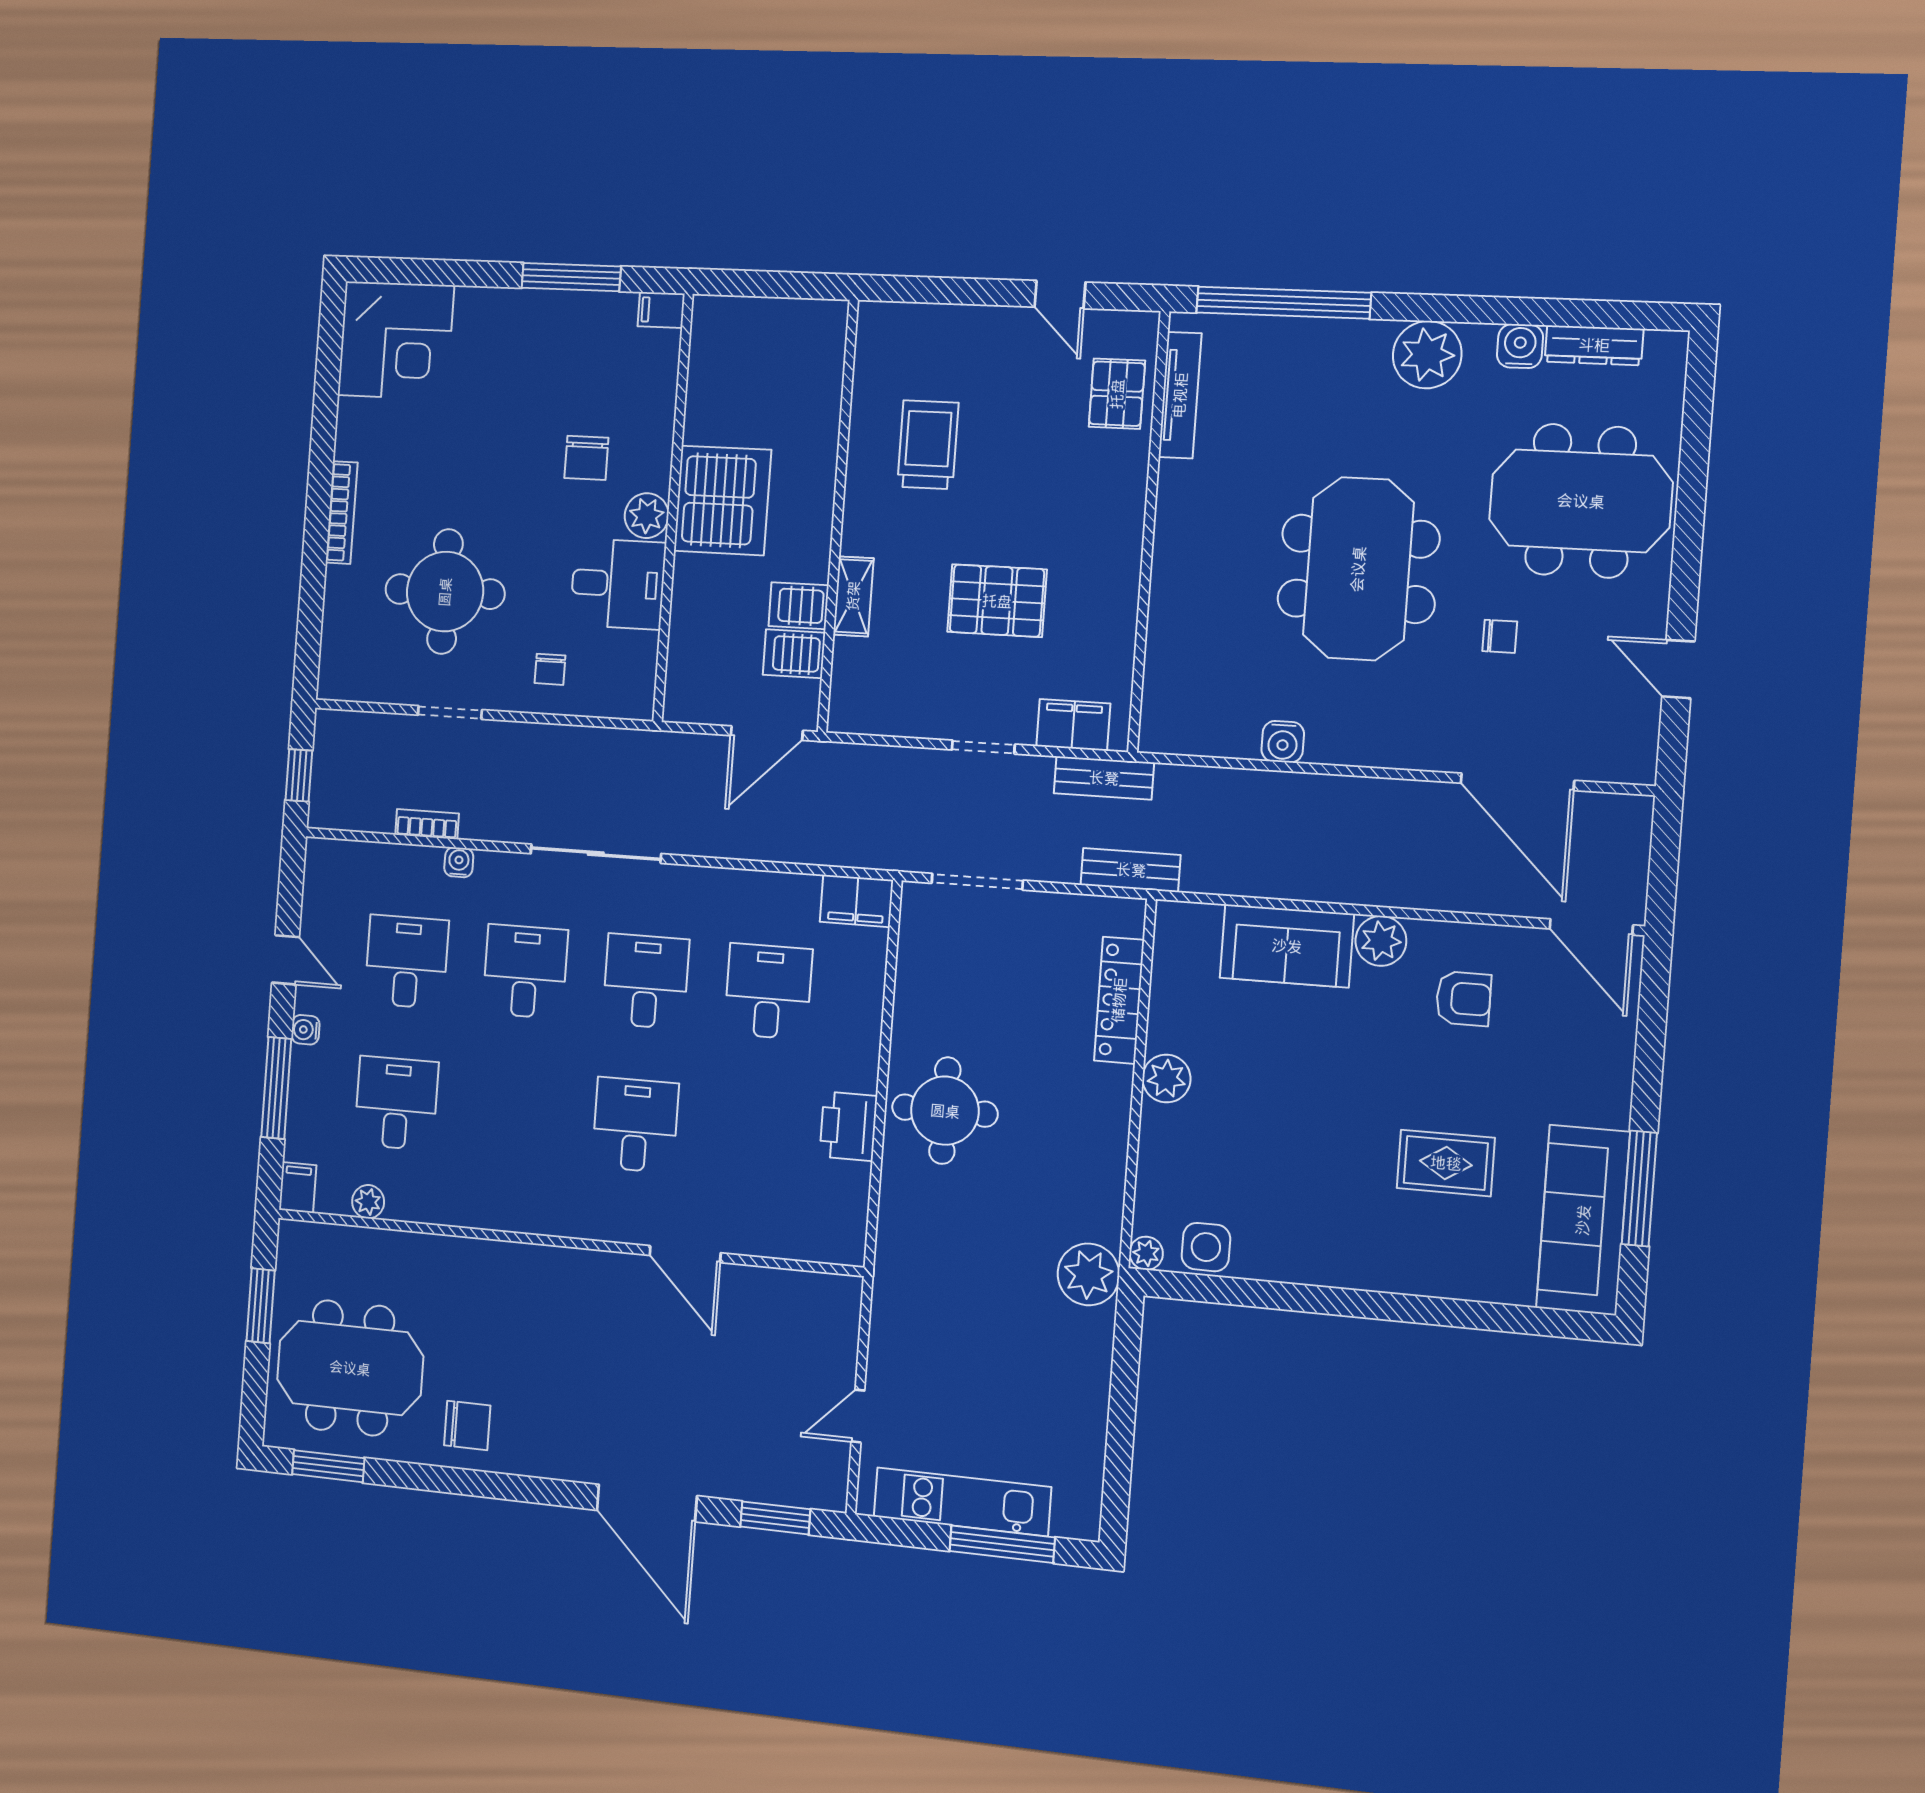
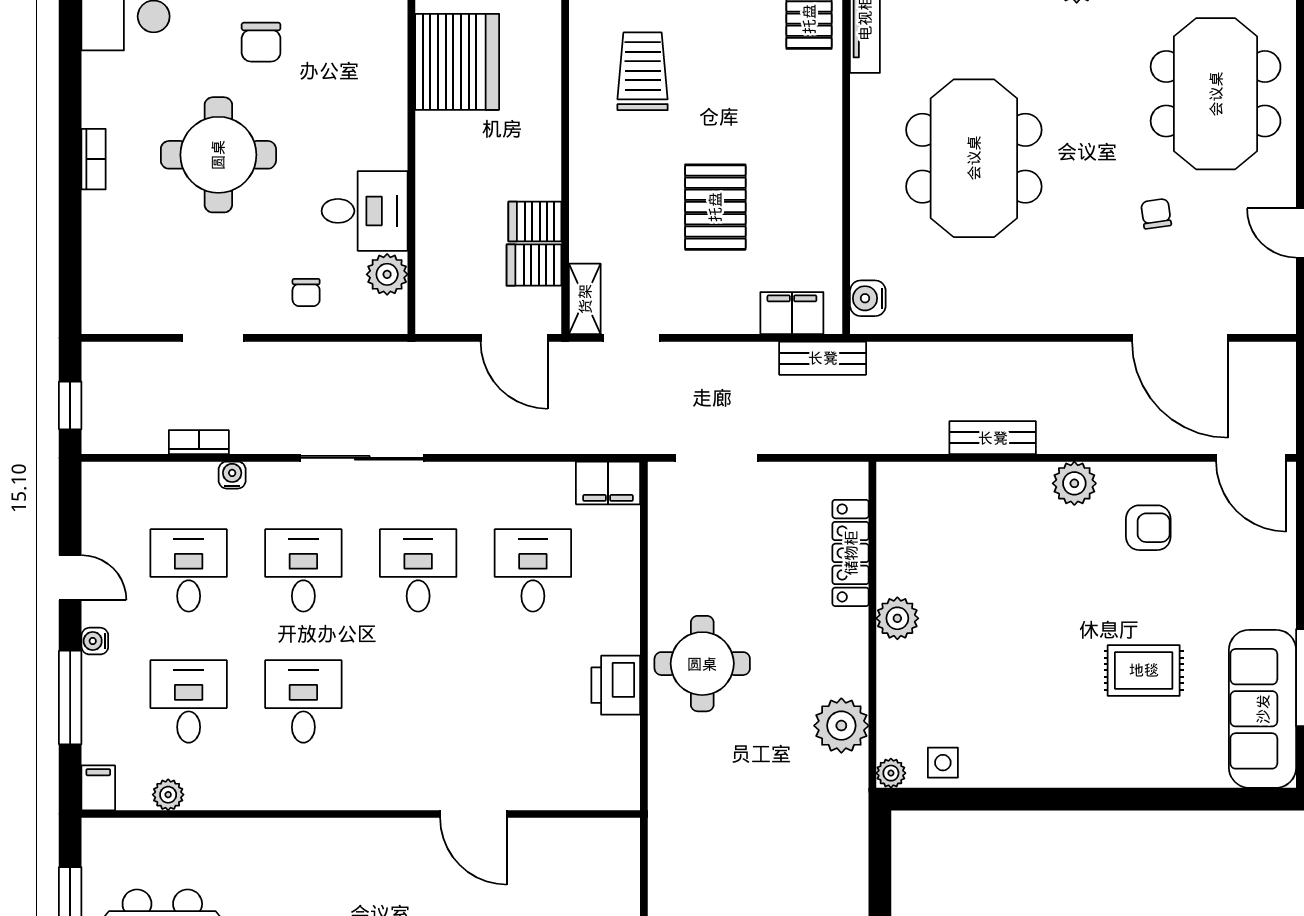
chair: (586, 458) -> (261, 42), moved
server rack: (722, 500) -> (457, 62), moved
meeting table: (1581, 501) -> (1216, 94), turned 90
bookcase: (342, 513) -> (94, 159), width x0.64
plant: (647, 516) -> (387, 274), moved
meeting table: (1358, 569) -> (974, 158), moved
round table: (445, 592) -> (218, 155), moved
shelving: (853, 596) -> (585, 299), moved
pallet: (997, 601) -> (715, 207), turned 90
chair: (1500, 636) -> (1156, 214), turned -98
door: (767, 733) -> (514, 338), hinge flipped
water cooler: (1283, 742) -> (868, 298), moved, turned 90
doorway: (983, 747) -> (632, 338), moved
bench: (1131, 870) -> (993, 438), moved
sofa: (1287, 946) -> (994, 494), removed
desk: (635, 1125) -> (303, 701), moved
side table: (1206, 1247) -> (943, 763), width x0.73, depth x0.73
plant: (1088, 1274) -> (841, 726), moved

